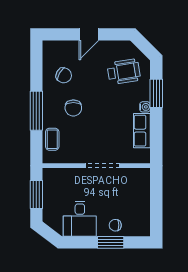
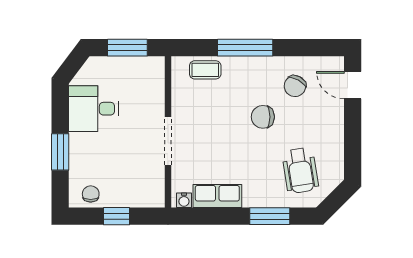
door: (89, 34) -> (353, 85), moved
water cooler: (145, 107) -> (184, 200), moved
chair: (73, 108) -> (263, 117), moved
window: (156, 202) -> (117, 216), added
chair: (115, 225) -> (91, 194), moved

